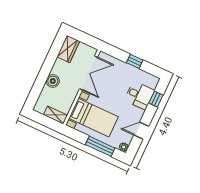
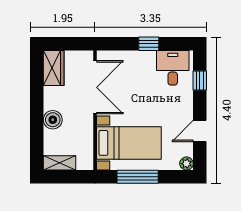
desk: (139, 95) -> (173, 68), moved, turned -90
shelving: (56, 115) -> (59, 163), moved
window: (100, 146) -> (138, 177), moved

